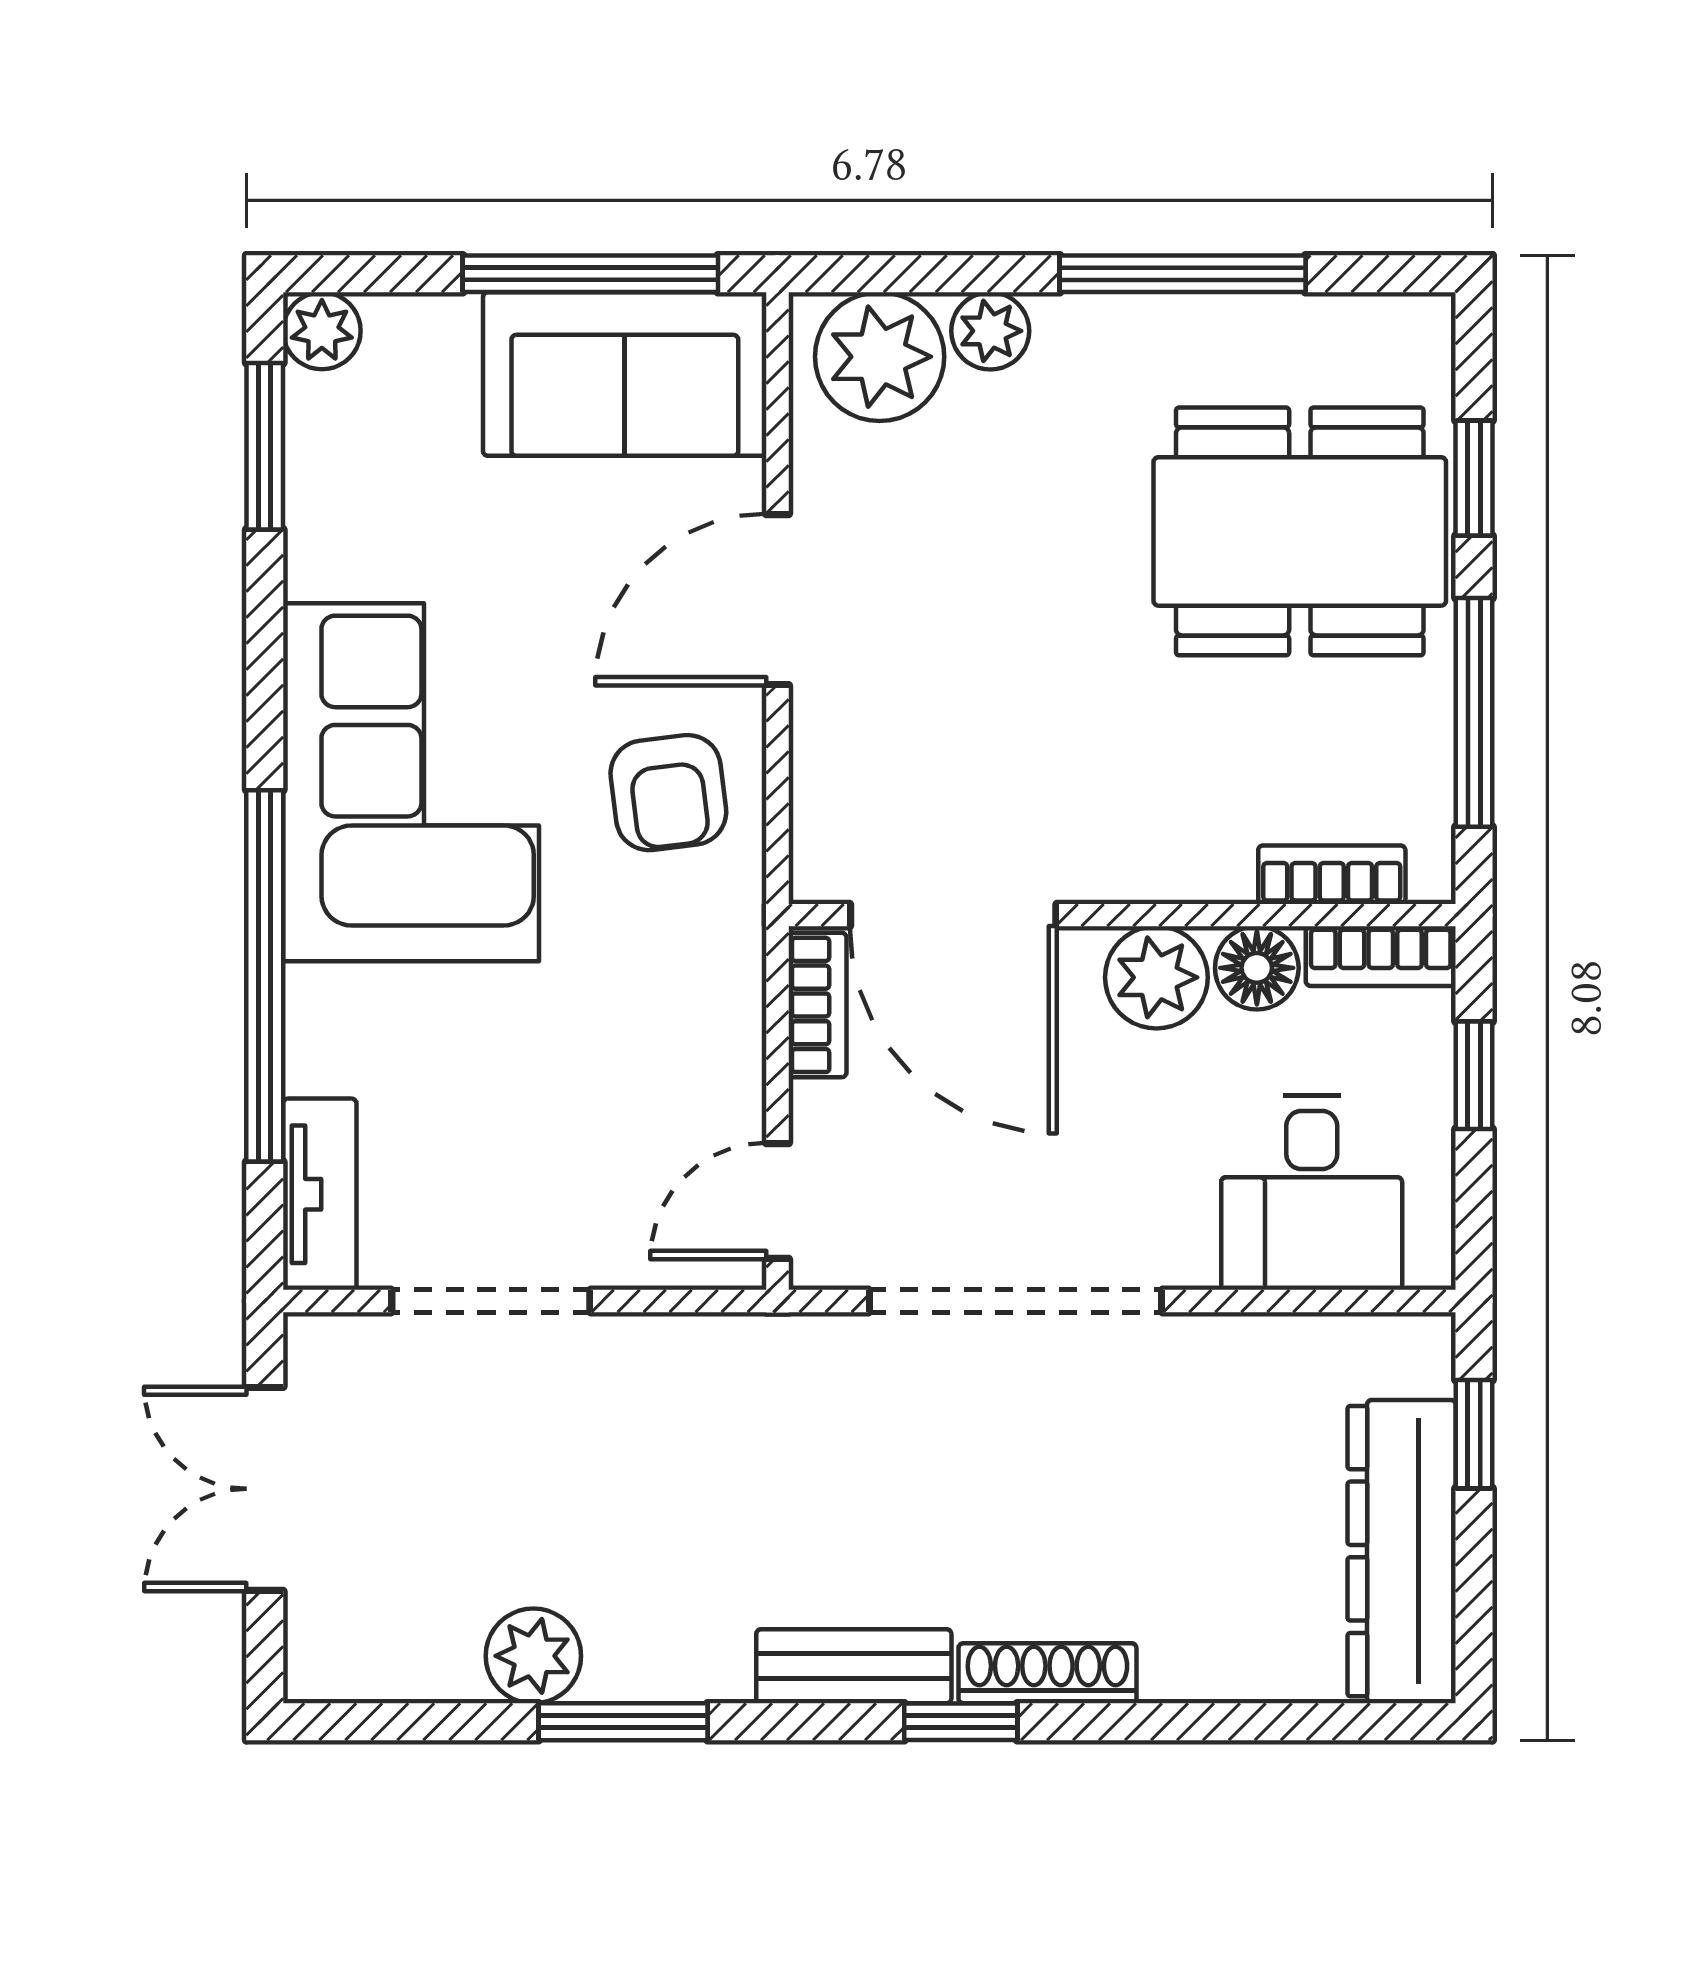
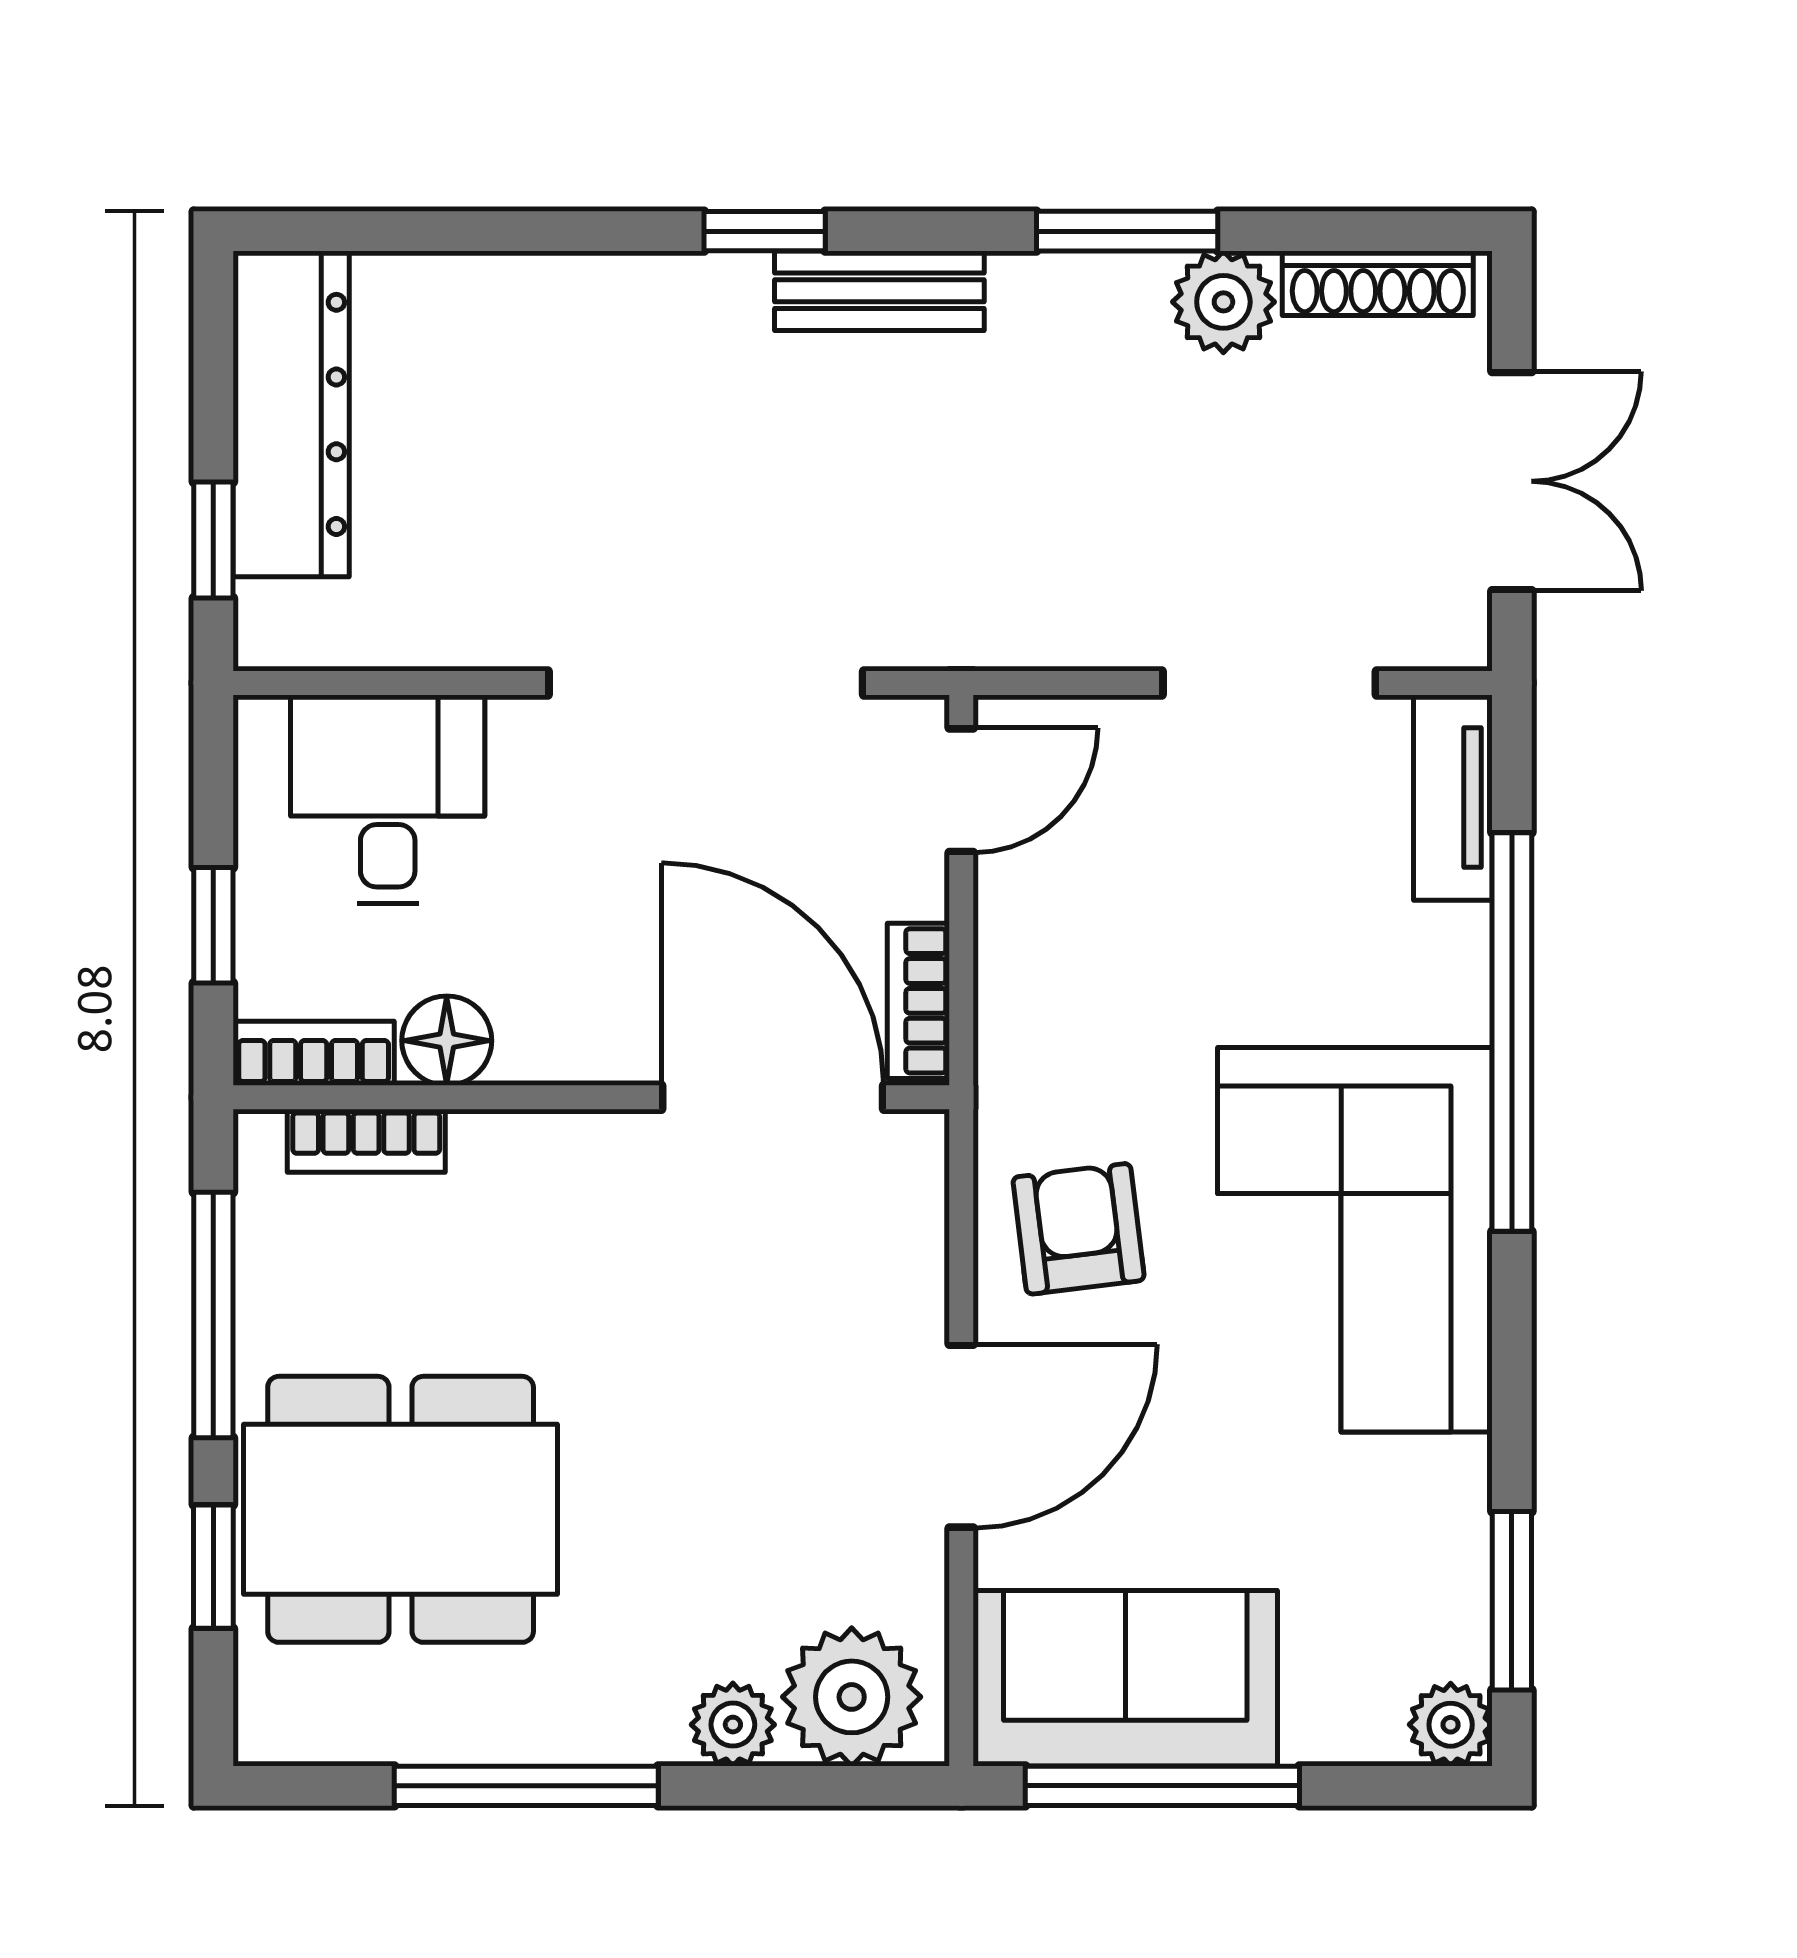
plant: (1156, 977) -> (554, 1030), removed
shoe rack: (1047, 1673) -> (1378, 283), moved

